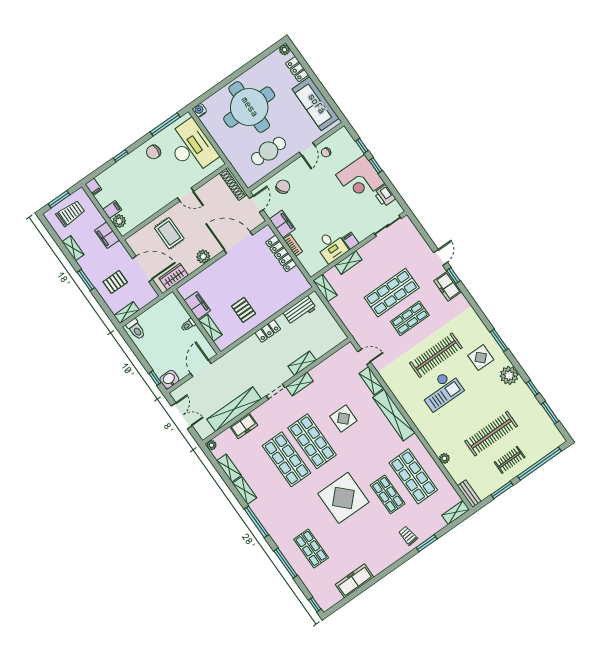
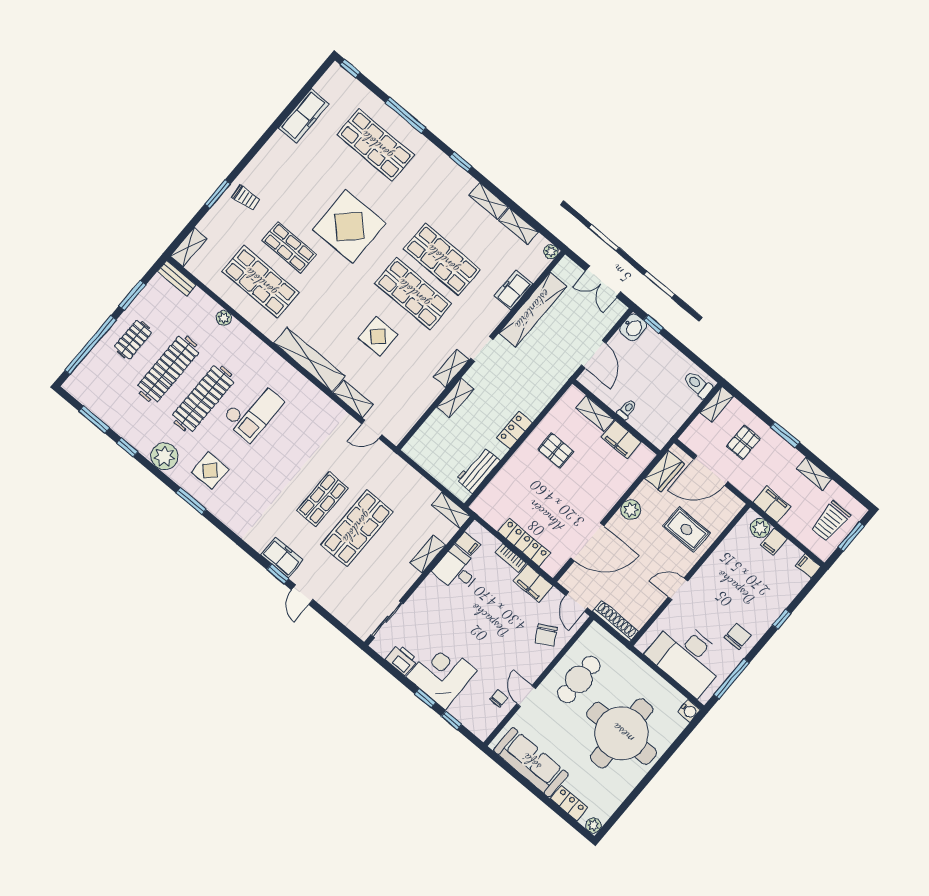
filing cabinet: (351, 241) -> (468, 544), moved
clothes rail: (436, 355) -> (203, 399), moved
checkout: (441, 391) -> (253, 410), turned 180
window: (256, 522) -> (461, 162), width x0.46
shop shelf: (311, 548) -> (376, 145), width x1.43, depth x1.36

